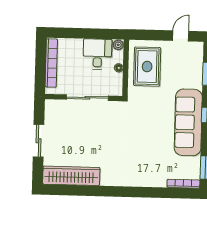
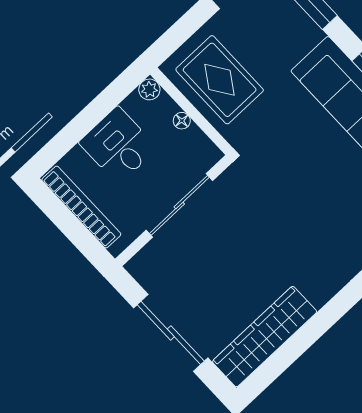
desk: (97, 54) -> (118, 145), moved
sliding door: (39, 141) -> (171, 333), width x1.37

